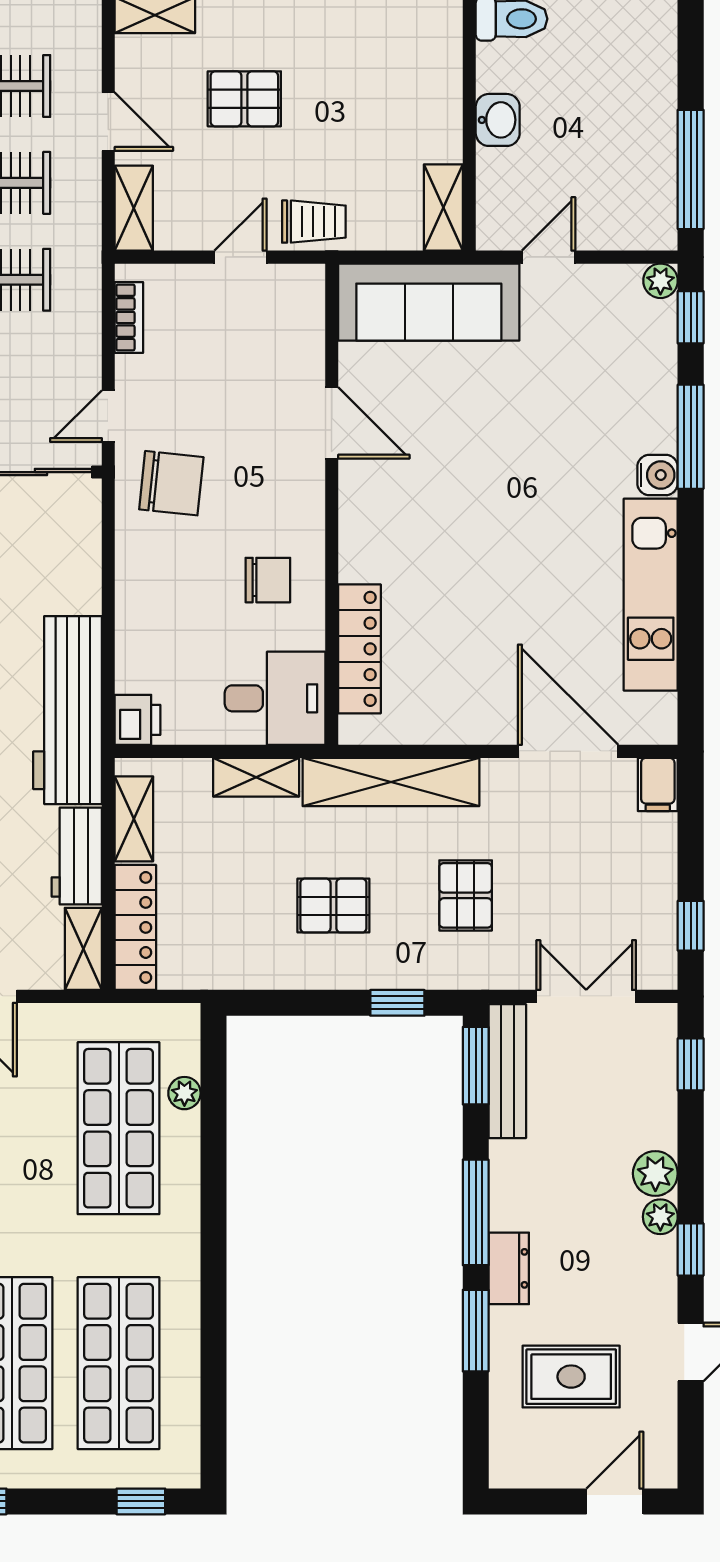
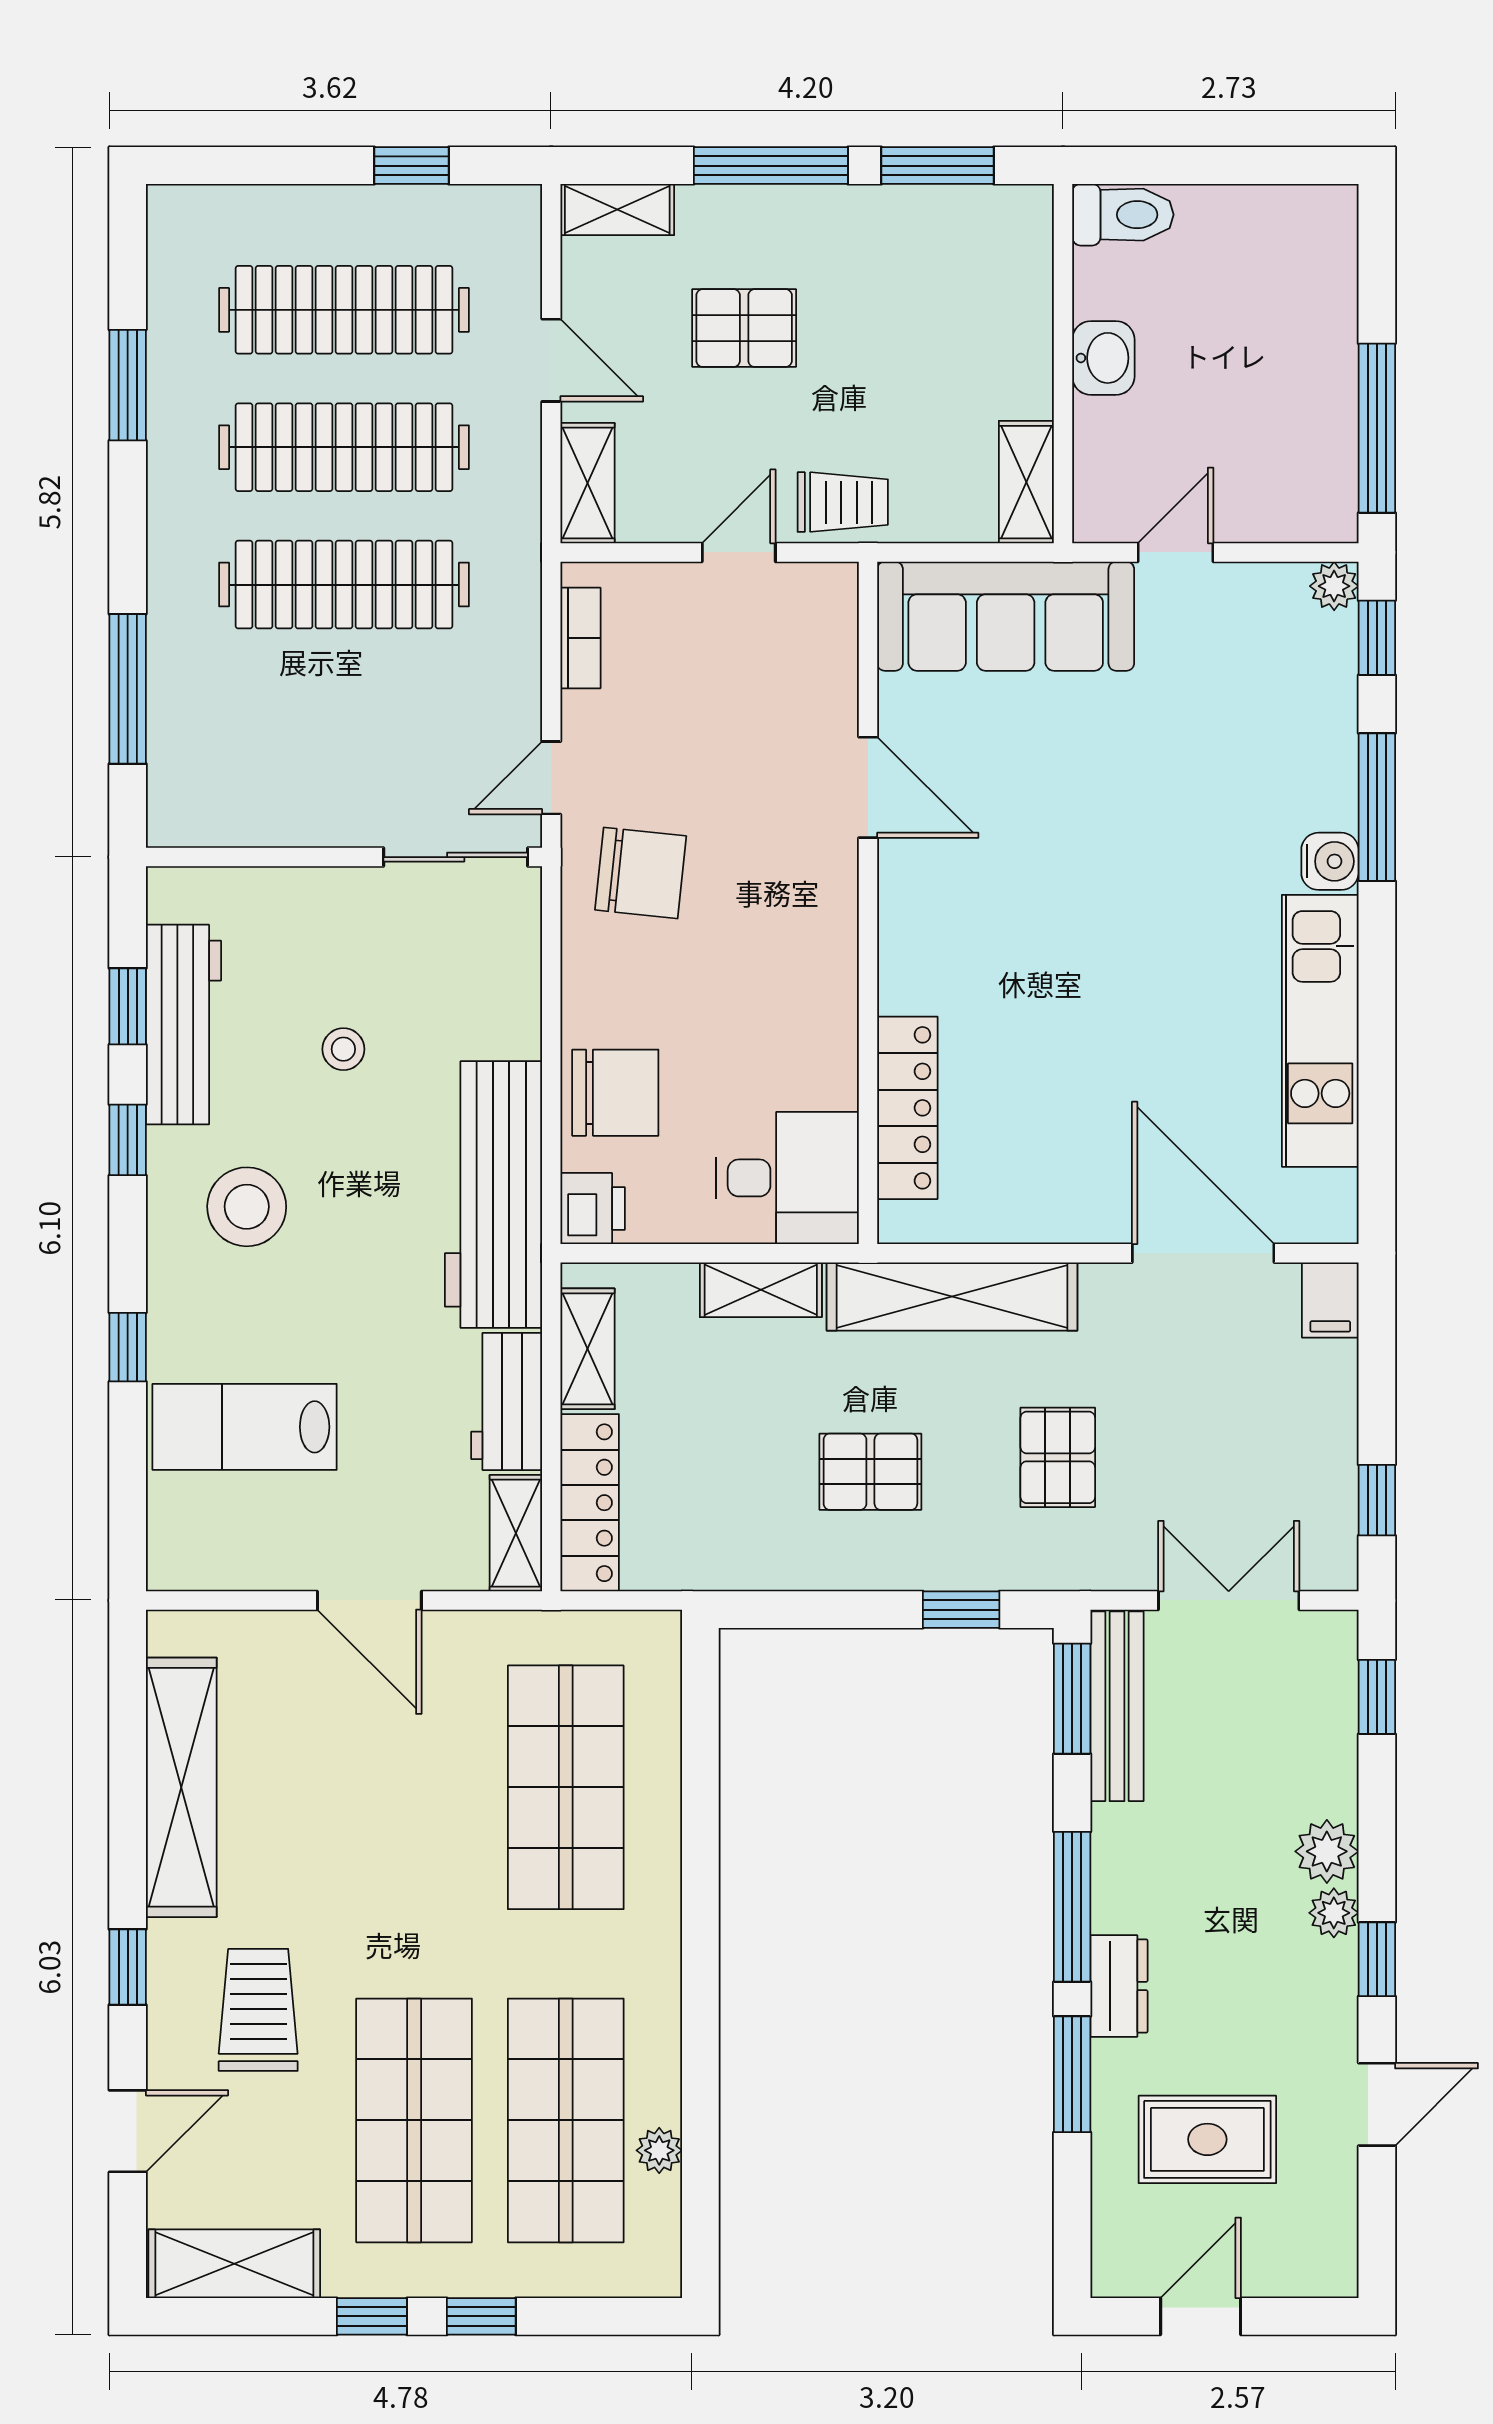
chair: (268, 580) -> (615, 1093), moved, width x1.37, depth x1.37
plant: (184, 1093) -> (659, 2150), moved
window: (141, 1501) -> (481, 2316), moved
door: (615, 1501) -> (1201, 2316), moved

